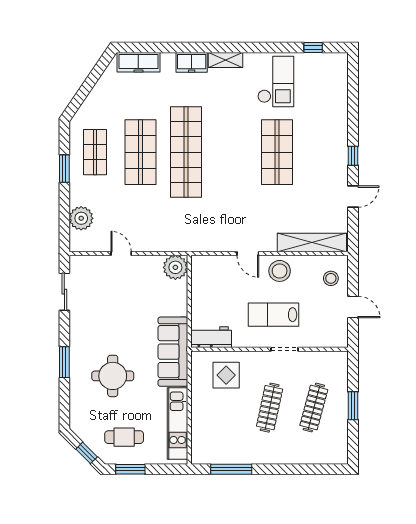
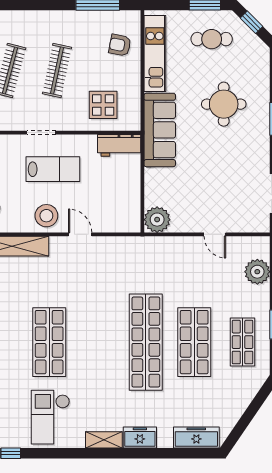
armchair: (210, 431) -> (120, 45), added

